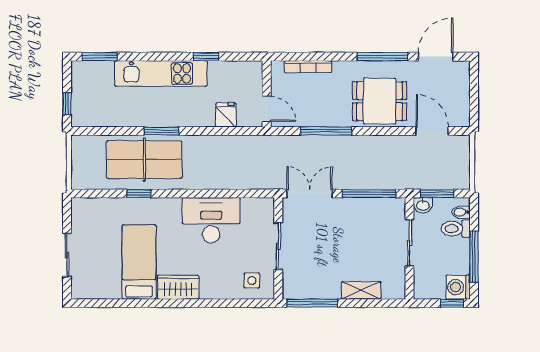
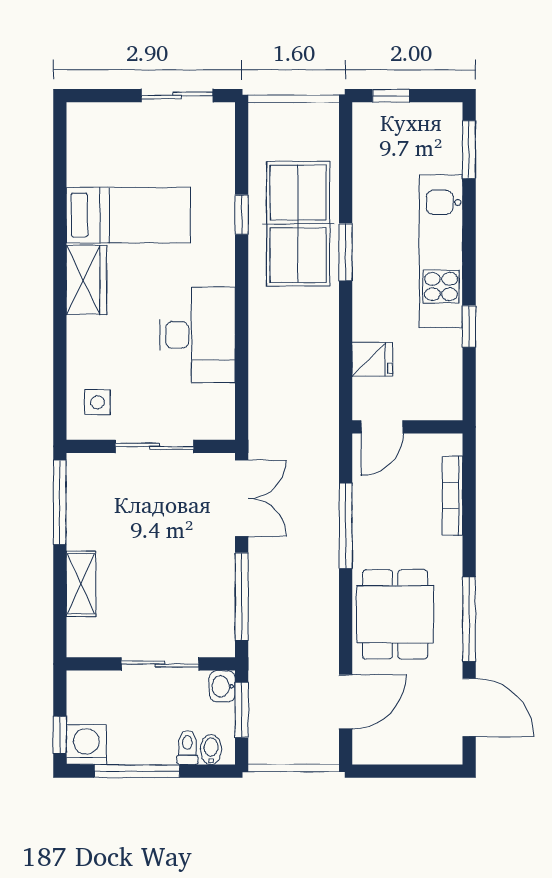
toilet: (456, 229) -> (187, 747), width x0.73, depth x0.72
sliding door: (67, 255) -> (177, 96), moved

